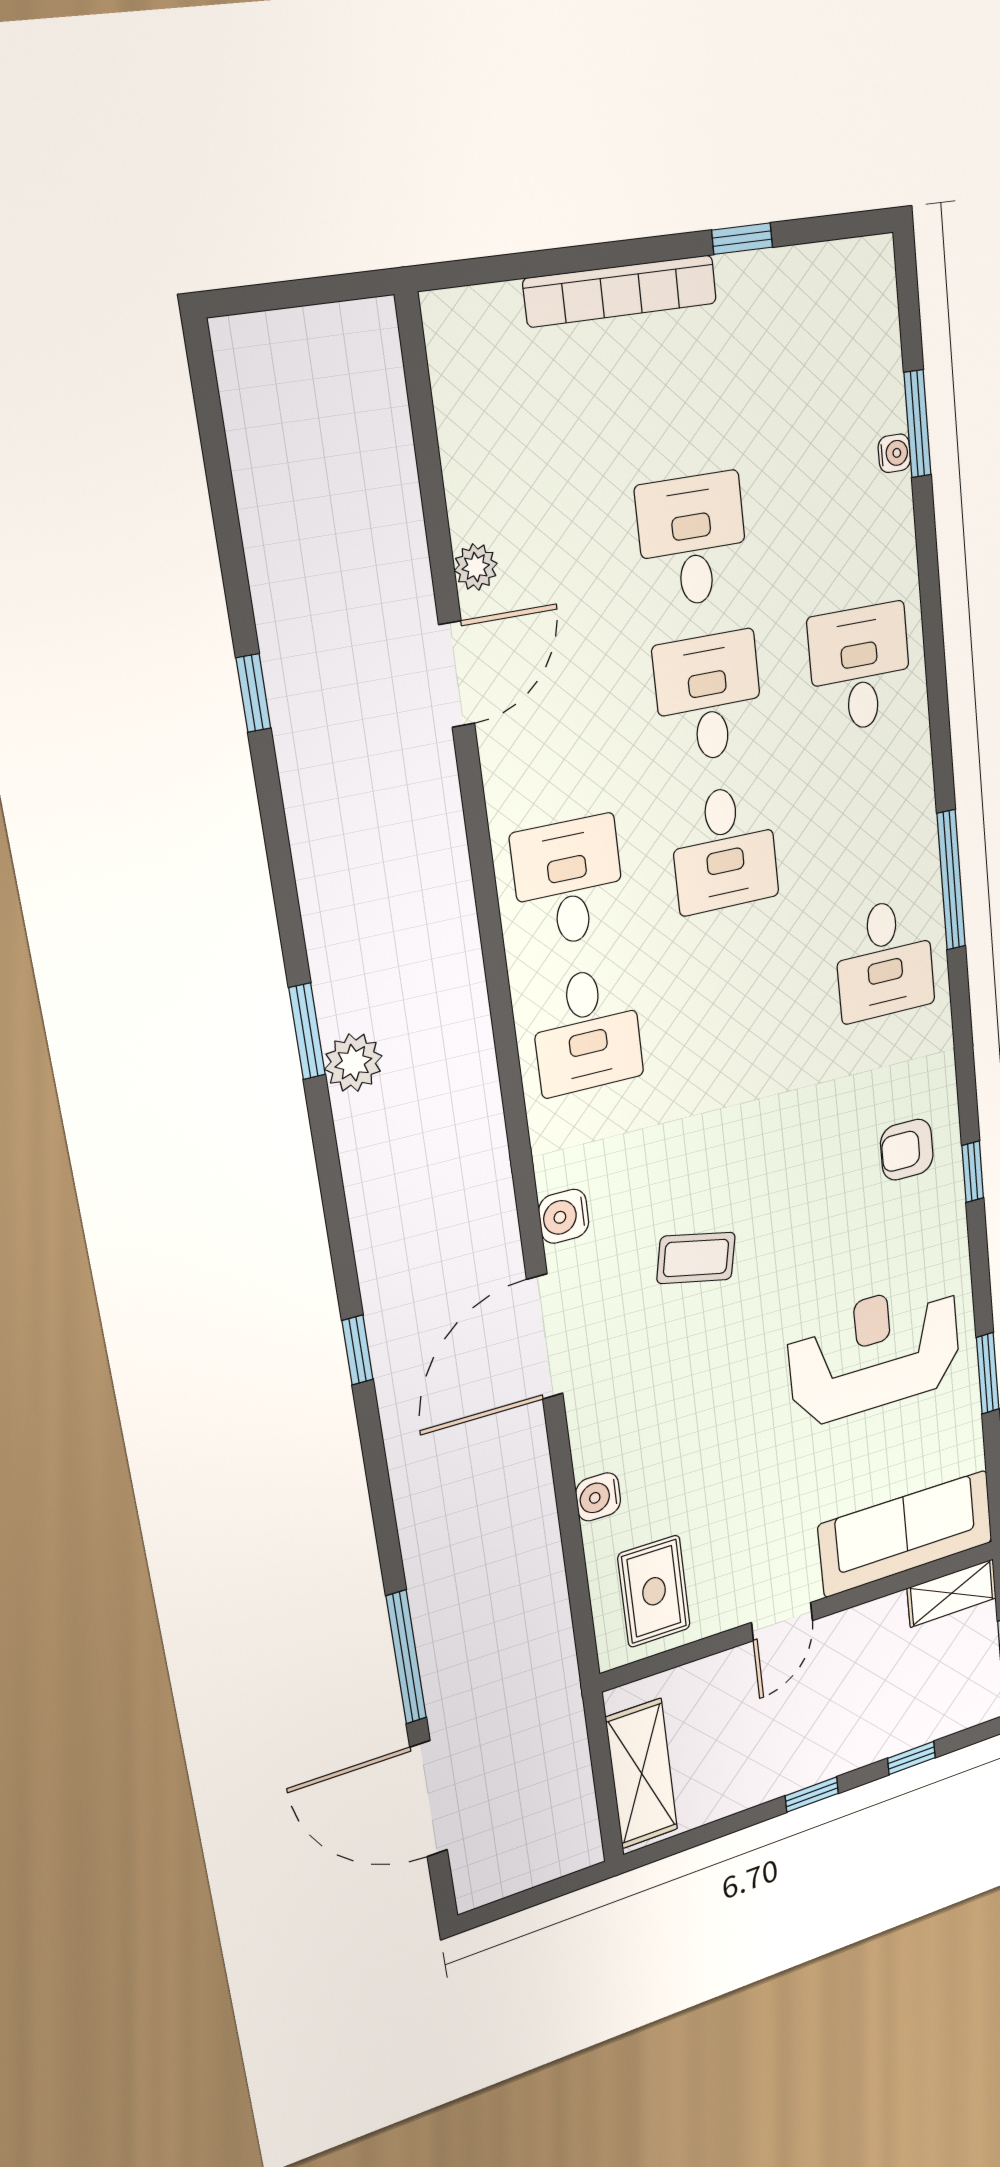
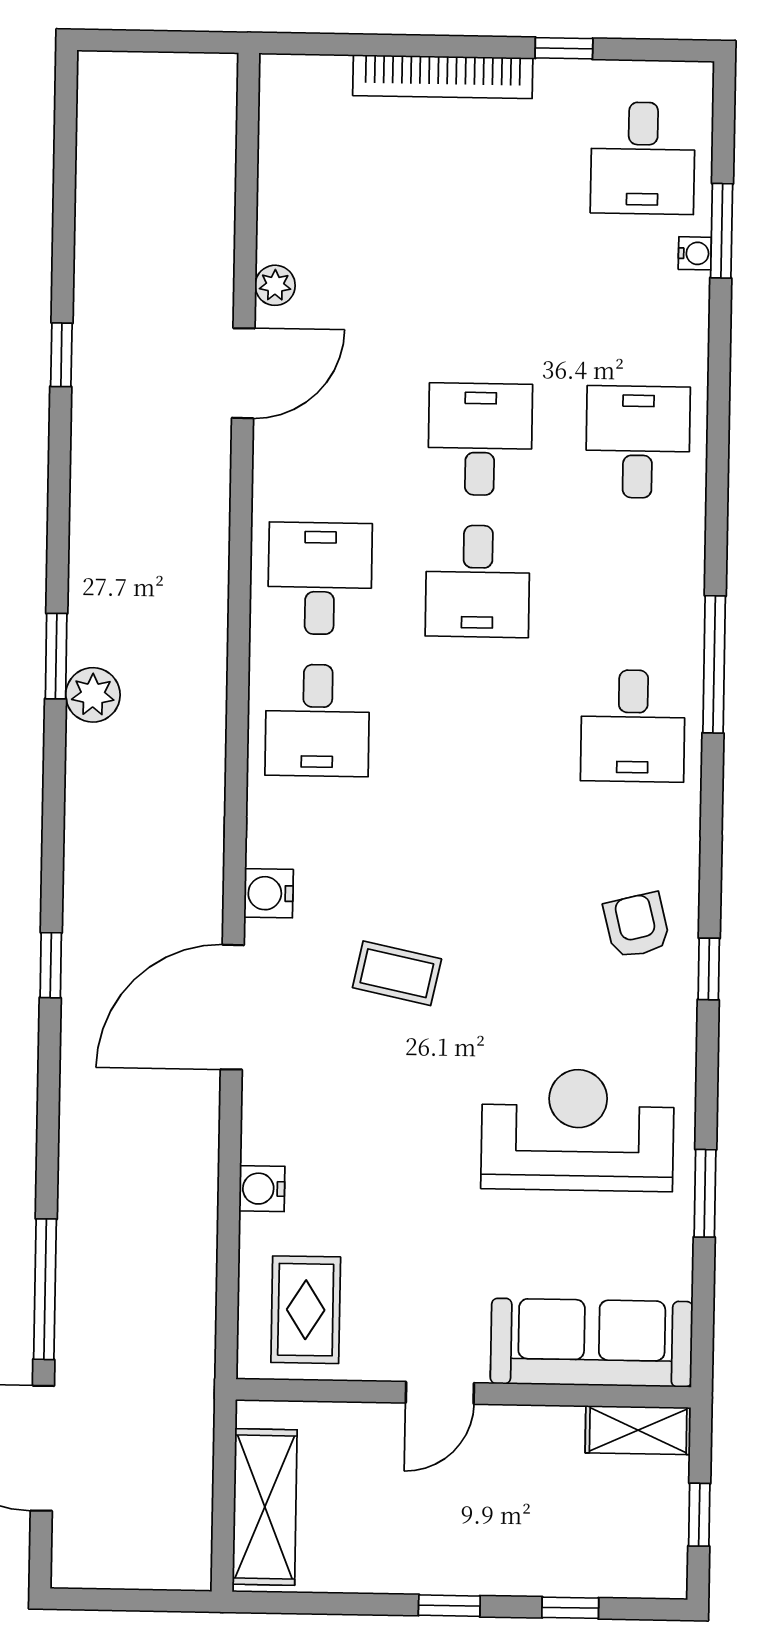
desk: (693, 540) -> (643, 158), moved, turned 180
armchair: (907, 1150) -> (637, 925), turned 76

